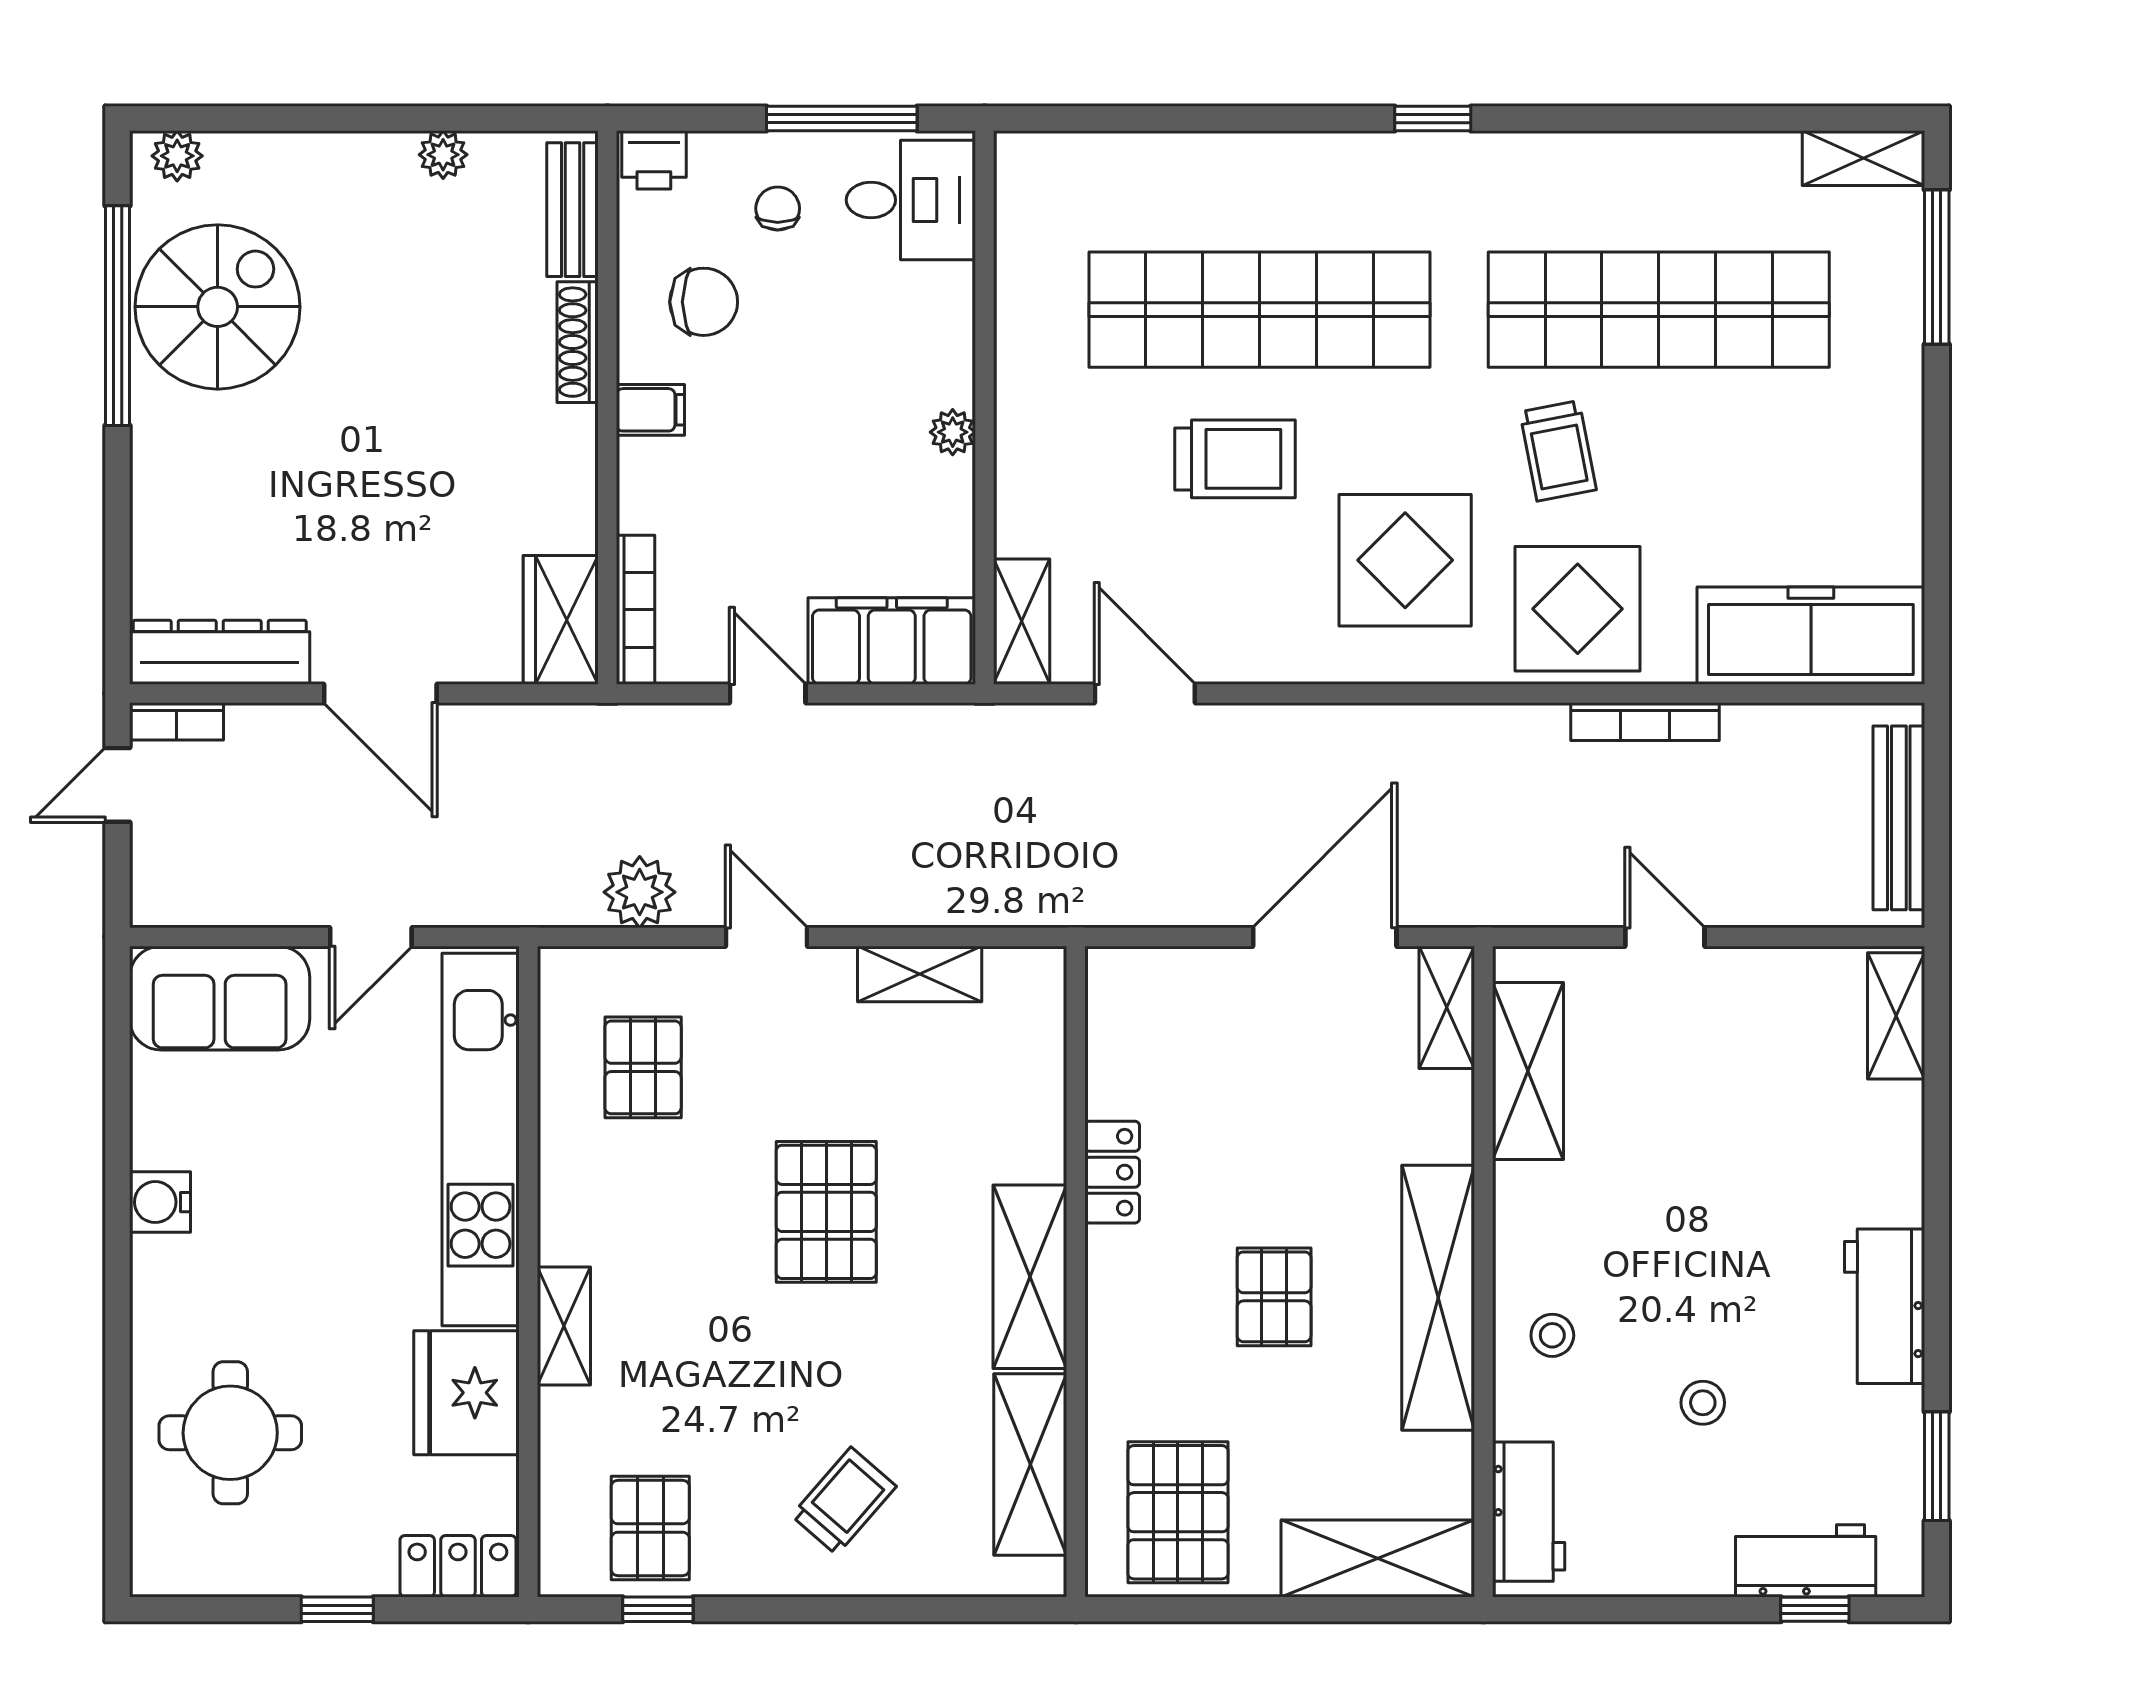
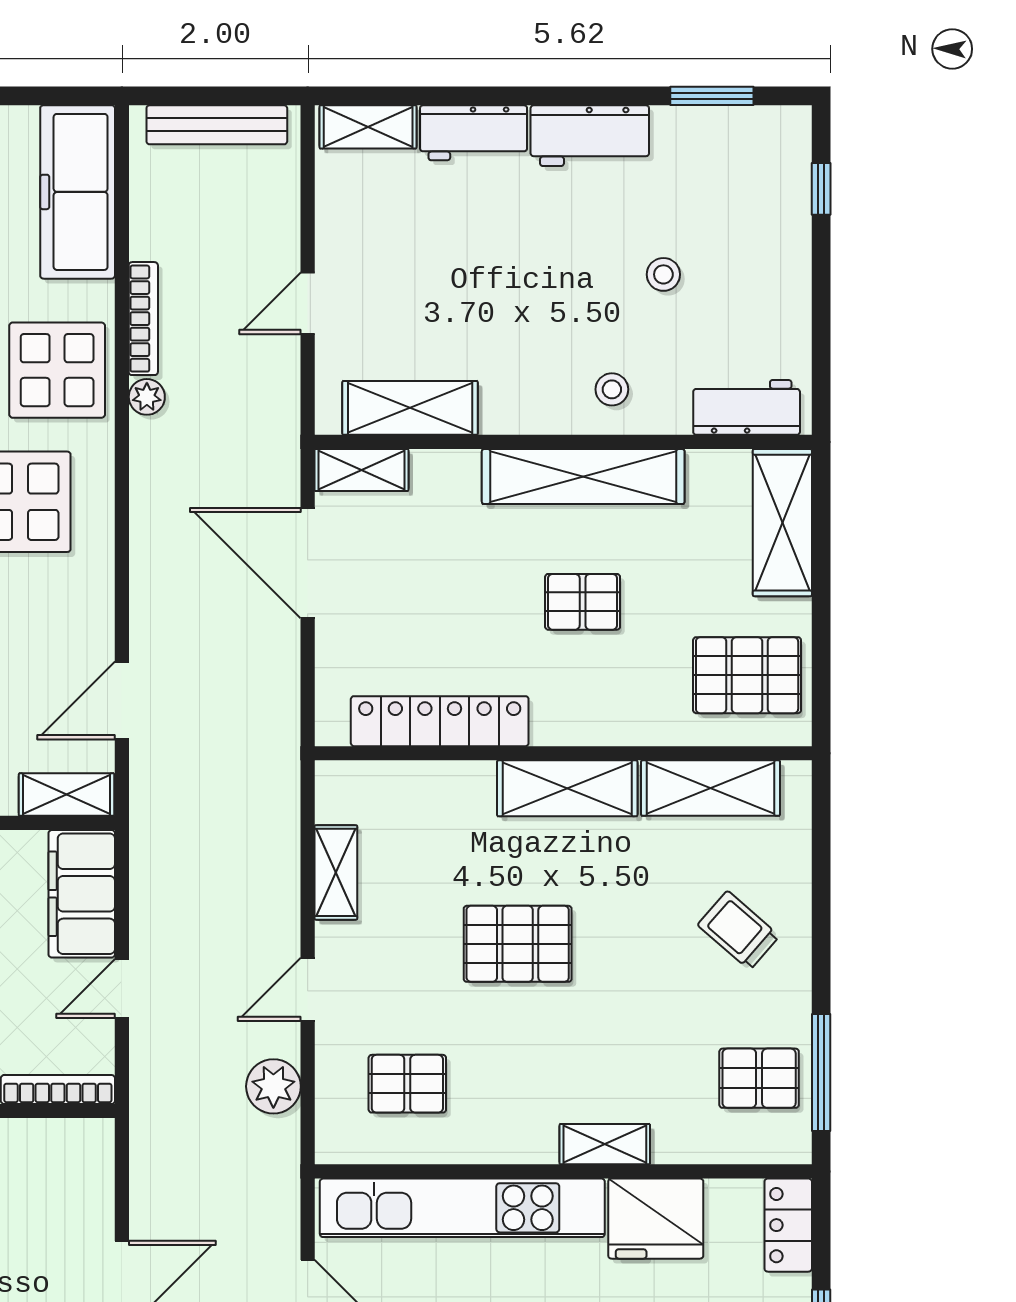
wardrobe: (561, 620) -> (66, 1147), removed
plant: (1542, 726) -> (147, 397), added
locker: (1112, 1172) -> (440, 721), width x2.16, depth x1.21
workbench: (1806, 1561) -> (474, 133), moved, turned -90
window: (658, 1609) -> (821, 1072), width x2.17

